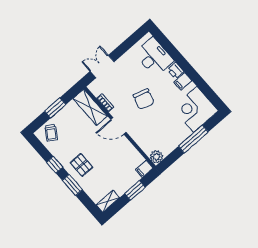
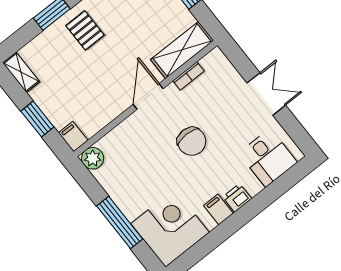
desk: (154, 57) -> (268, 158), width x0.73
double door: (102, 67) -> (266, 94), moved
chair: (144, 99) -> (192, 141), turned -107
pallet: (81, 165) -> (85, 30), turned 90

